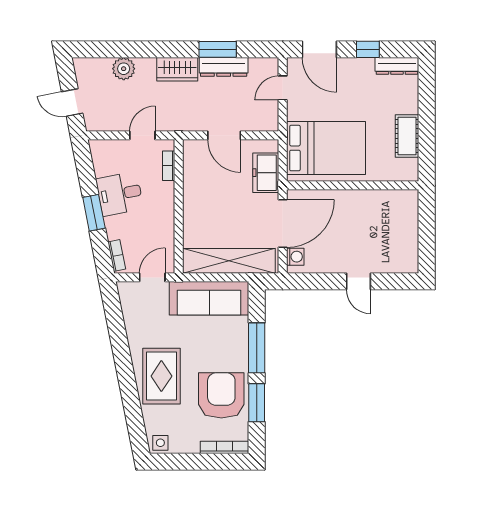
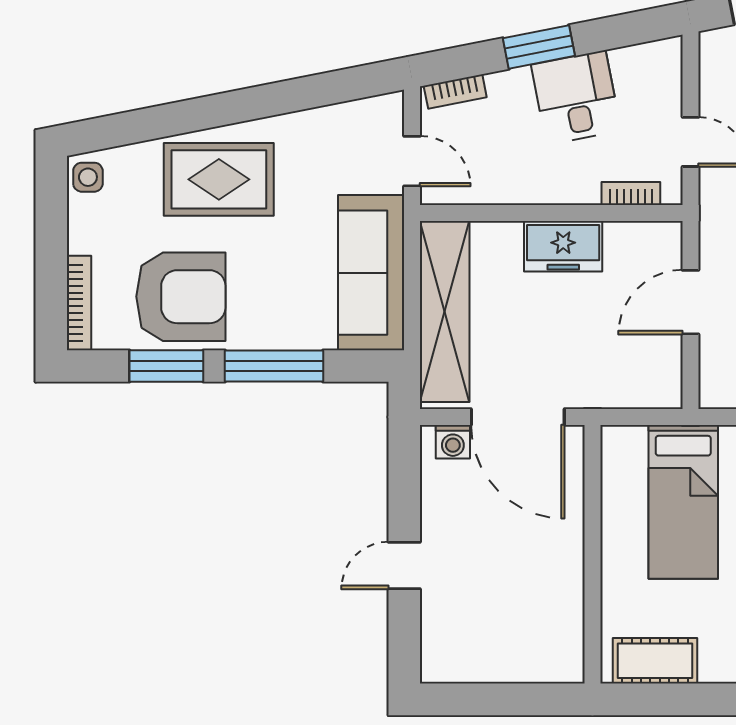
cot: (407, 136) -> (655, 661), moved
bed: (326, 148) -> (683, 502), width x0.67
freezer: (266, 173) -> (563, 246), moved, turned 180

